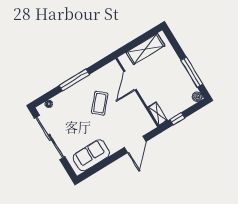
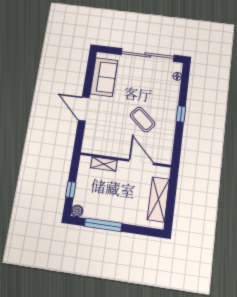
window: (74, 80) -> (181, 114), width x0.46
shelving: (158, 114) -> (104, 164), moved
window: (177, 119) -> (71, 190), moved
door: (135, 144) -> (84, 109), moved

